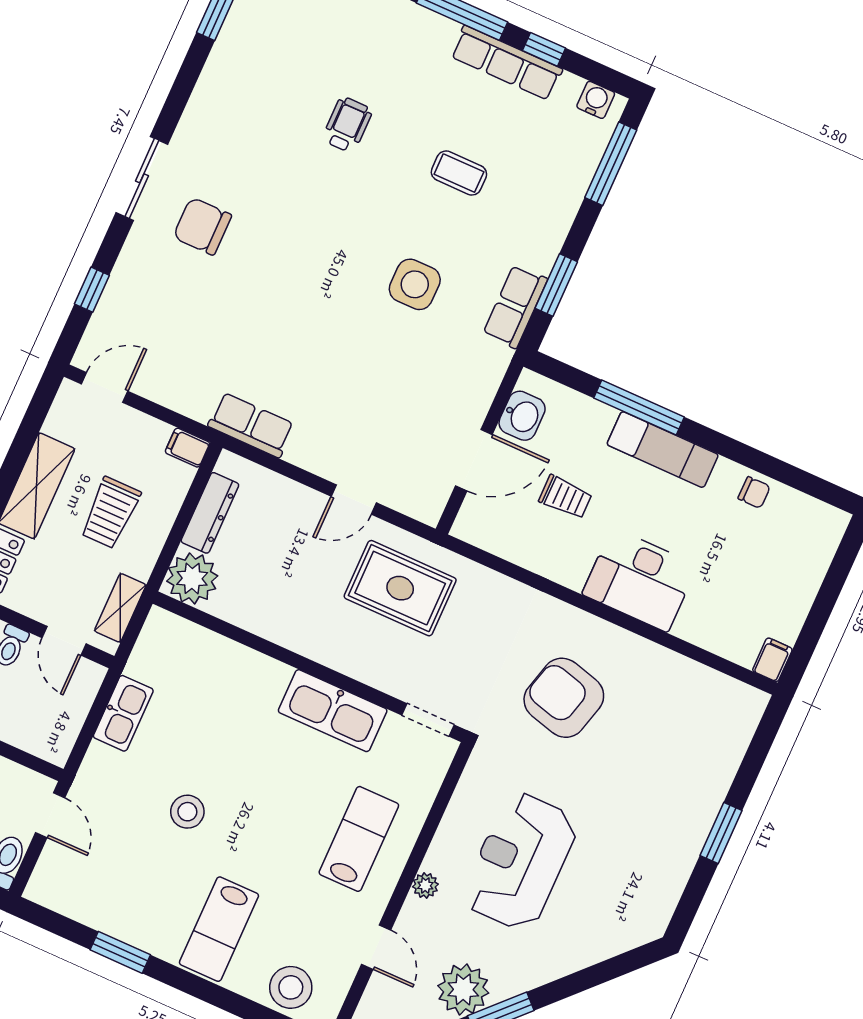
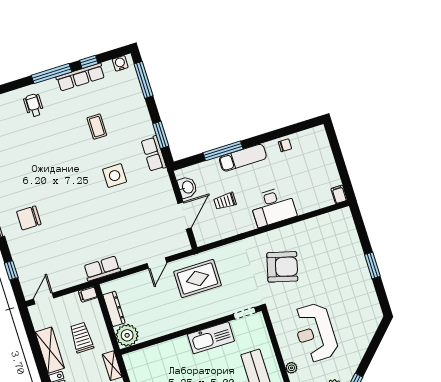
wheelchair: (347, 125) -> (34, 105), moved
coffee table: (459, 173) -> (97, 127), turned 90
trolley: (565, 497) -> (225, 201), turned 180
trolley: (110, 513) -> (82, 338), turned 180
armchair: (564, 698) -> (282, 267), turned 180

